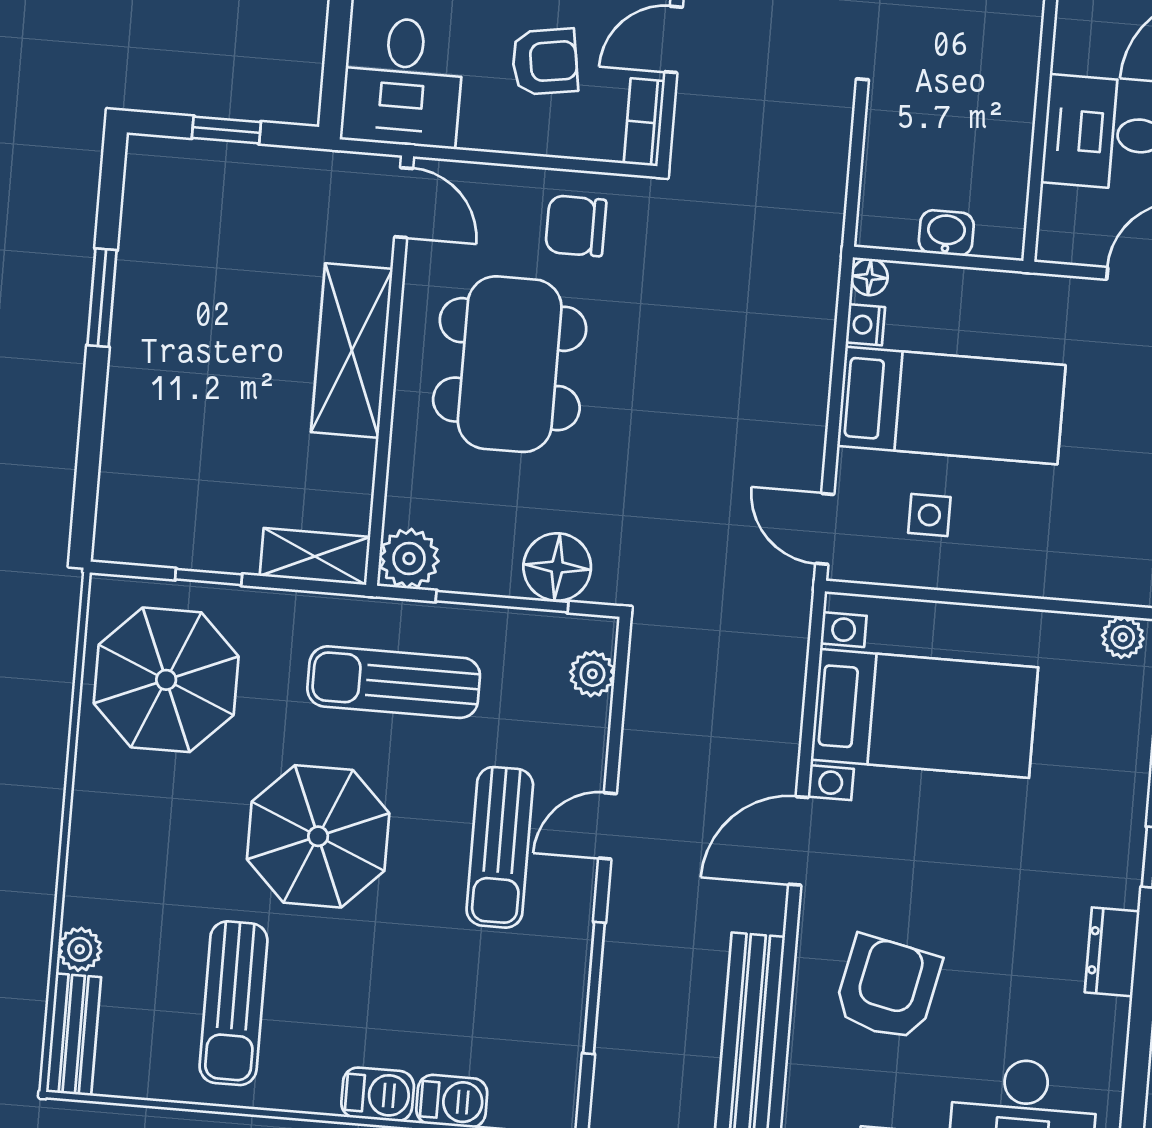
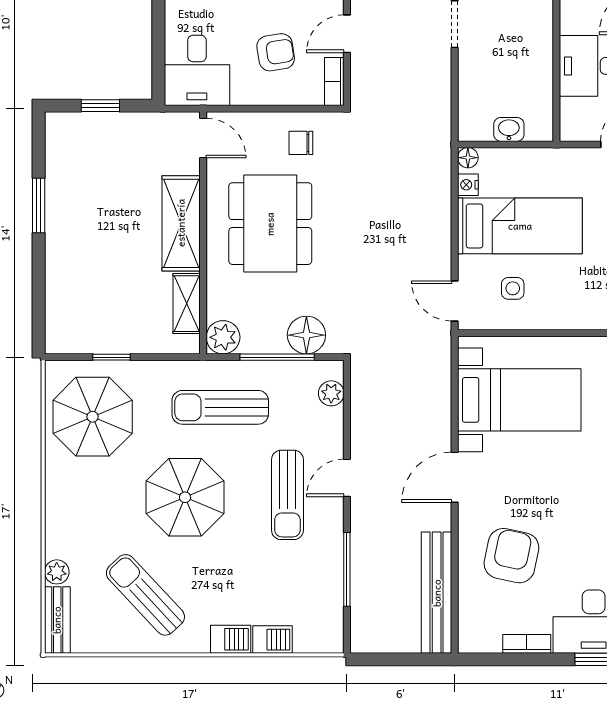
chair: (576, 226) -> (301, 143), width x0.73, depth x0.73
shelving: (315, 556) -> (187, 304), moved, turned 90
sun lounger: (233, 1003) -> (145, 595), turned 137

